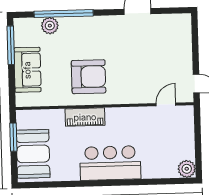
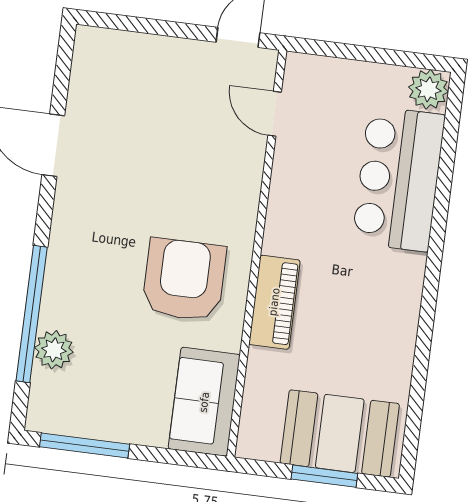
sofa: (27, 70) -> (204, 402), moved, turned -90
window: (13, 137) -> (324, 476), moved
bar counter: (110, 163) -> (399, 179), moved

